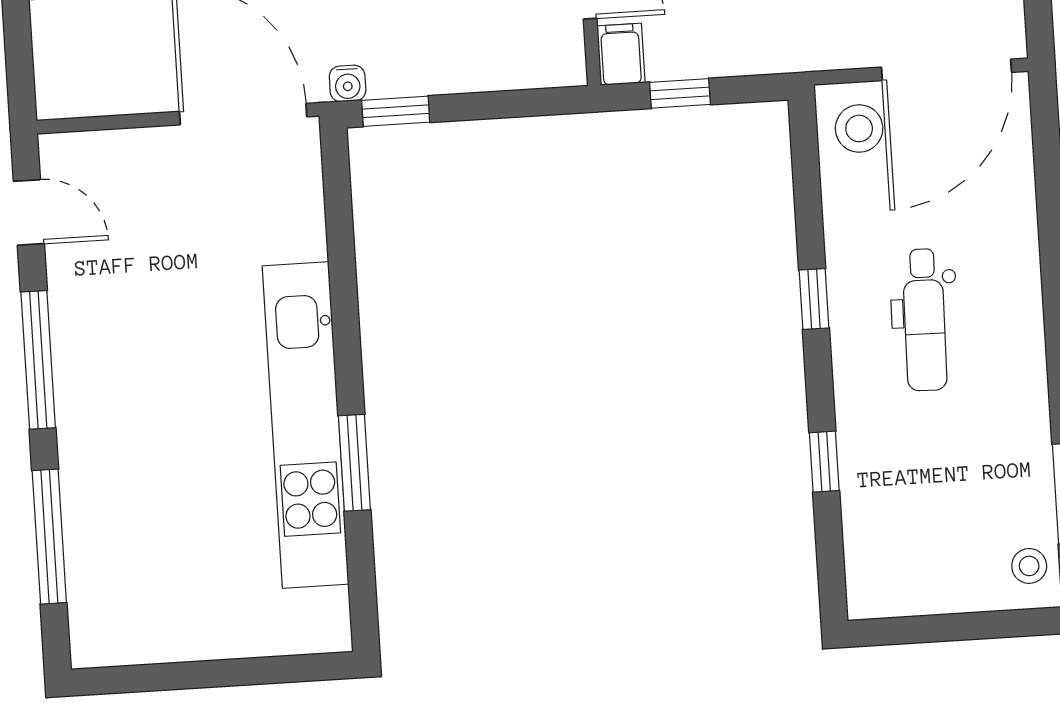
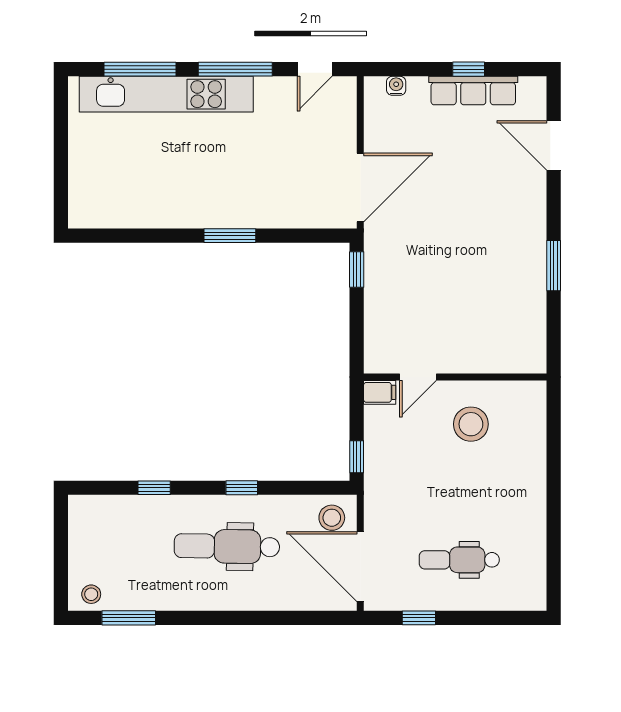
water cooler: (348, 83) -> (396, 86), moved, turned 90
window: (680, 93) -> (357, 457), moved
dental chair: (925, 320) -> (227, 546), width x1.36, depth x1.38
kitchen unit: (306, 425) -> (166, 94), moved, turned 180
window: (354, 463) -> (230, 236), moved

